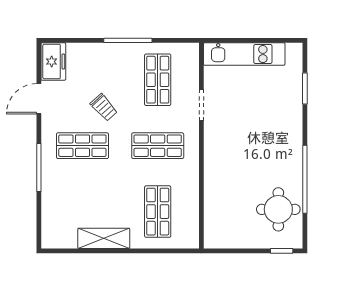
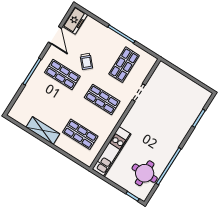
kitchen unit: (244, 54) -> (112, 152), moved, turned -90
door: (39, 99) -> (55, 35), swing flipped
shop shelf: (158, 212) -> (80, 134), turned 90

